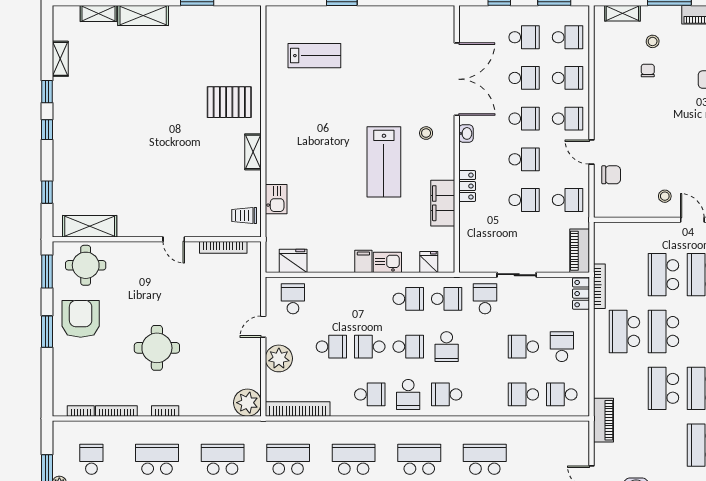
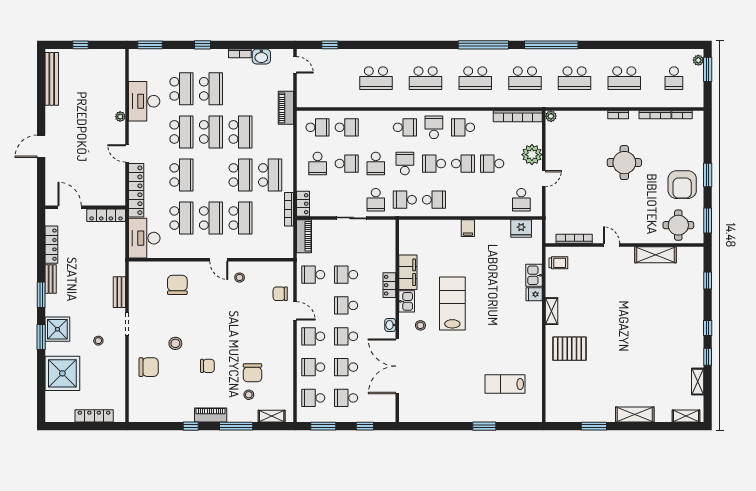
shelving: (98, 13) -> (686, 416), moved
chair: (648, 70) -> (252, 373), width x1.87, depth x1.87
shelving: (90, 226) -> (655, 255), moved
kitchen sink: (387, 262) -> (407, 301), moved, turned -90
fridge: (429, 262) -> (534, 294), moved, turned 90
school desk: (408, 299) -> (434, 200), turned 180
school desk: (485, 347) -> (376, 164), added
plant: (247, 403) -> (551, 116), width x0.53, depth x0.53

